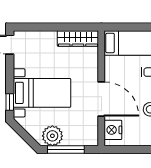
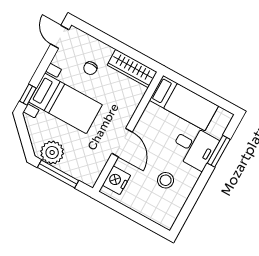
chair: (46, 56) -> (90, 68), added
door: (101, 99) -> (122, 143), width x0.73

